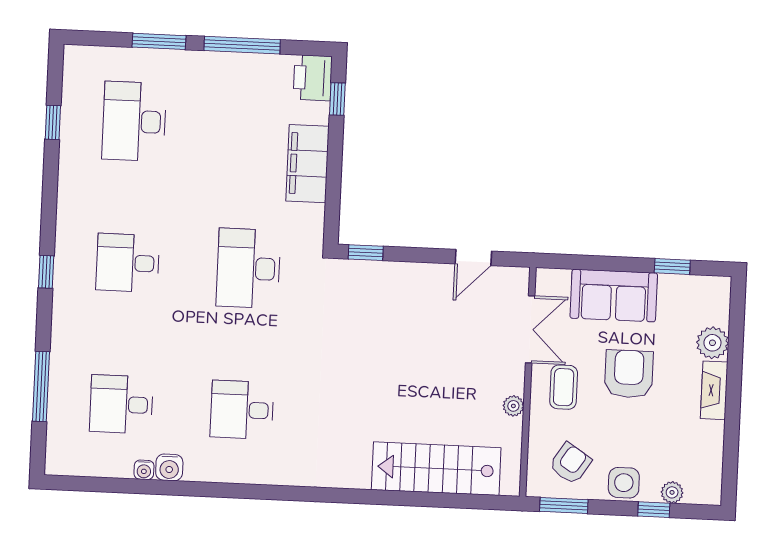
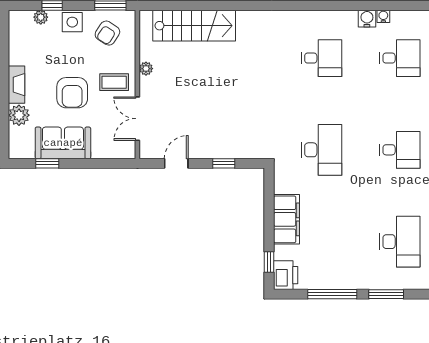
window: (366, 253) -> (224, 163), moved
sofa: (614, 296) -> (63, 143), moved
coffee table: (564, 387) -> (114, 82), turned 90

